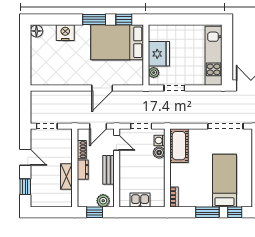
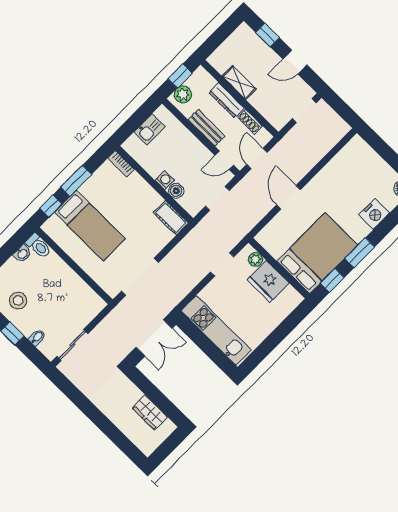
washing machine: (159, 140) -> (165, 180), moved
cot: (179, 146) -> (171, 218), width x0.73, depth x0.75
dresser: (83, 170) -> (227, 100), width x1.44

